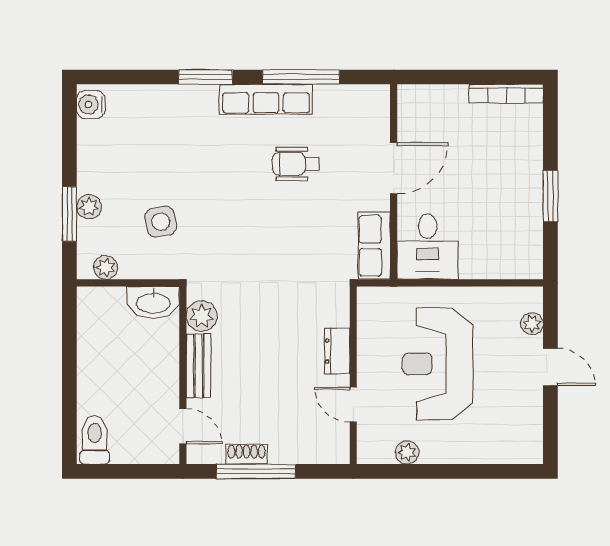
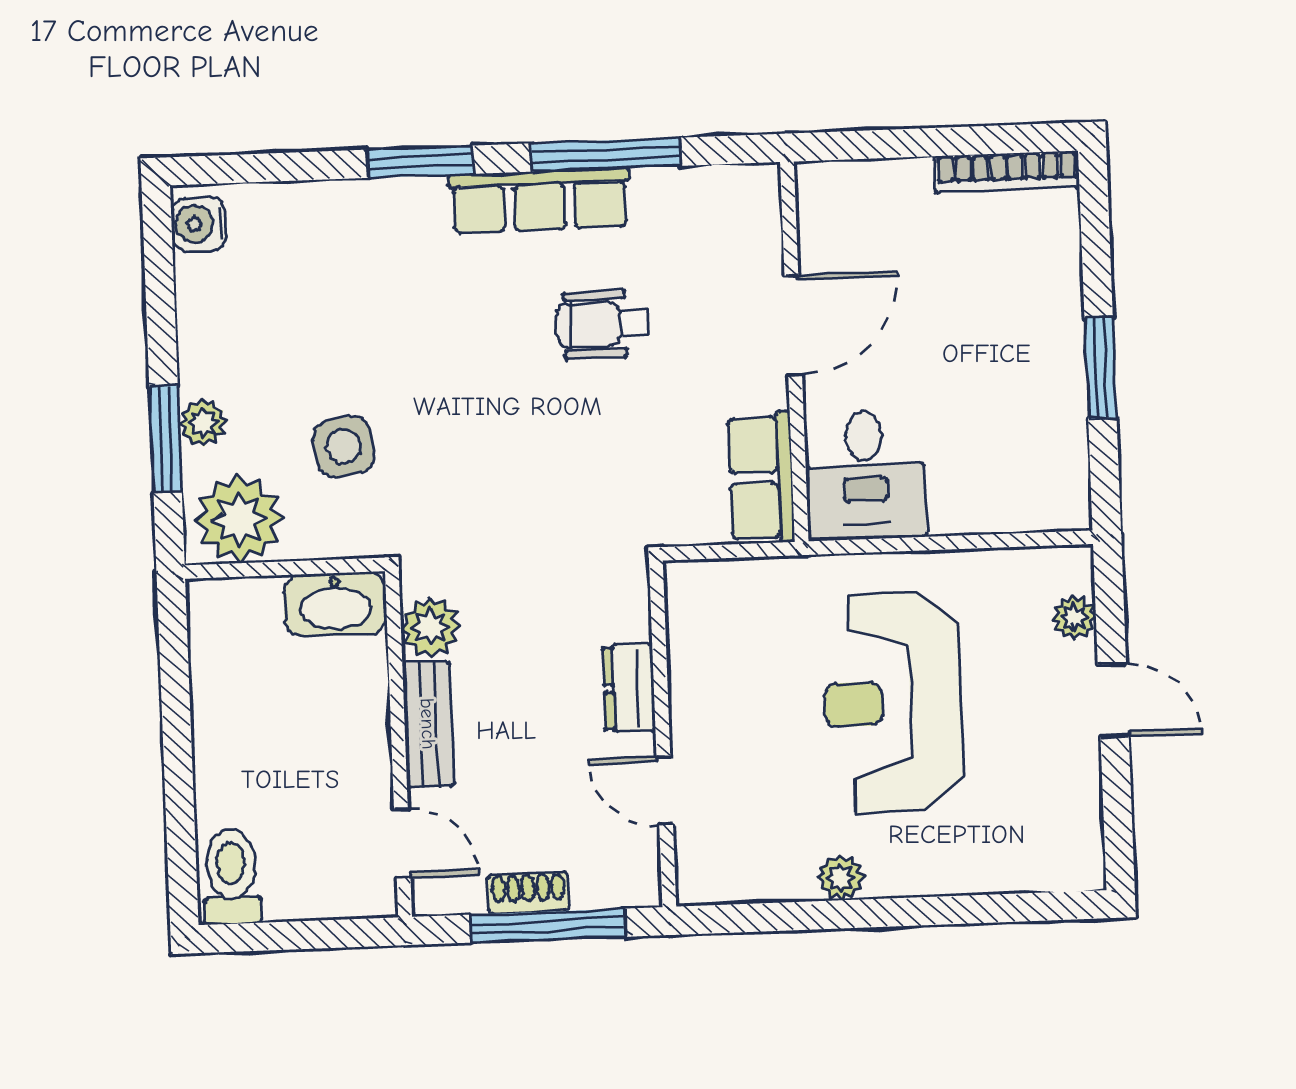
plant: (106, 267) -> (239, 519), width x1.88, depth x1.88
dresser: (337, 351) -> (629, 688), moved
wall: (353, 375) -> (663, 734), moved
door: (353, 405) -> (665, 791), moved

